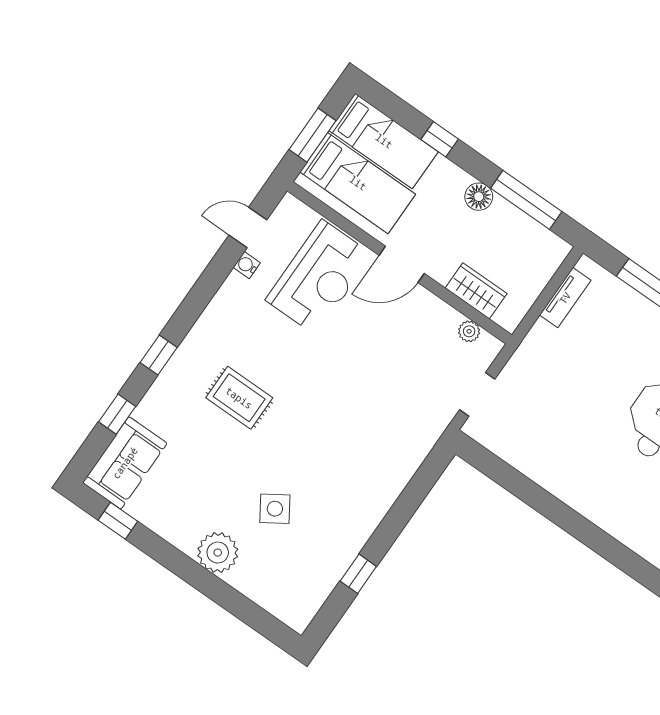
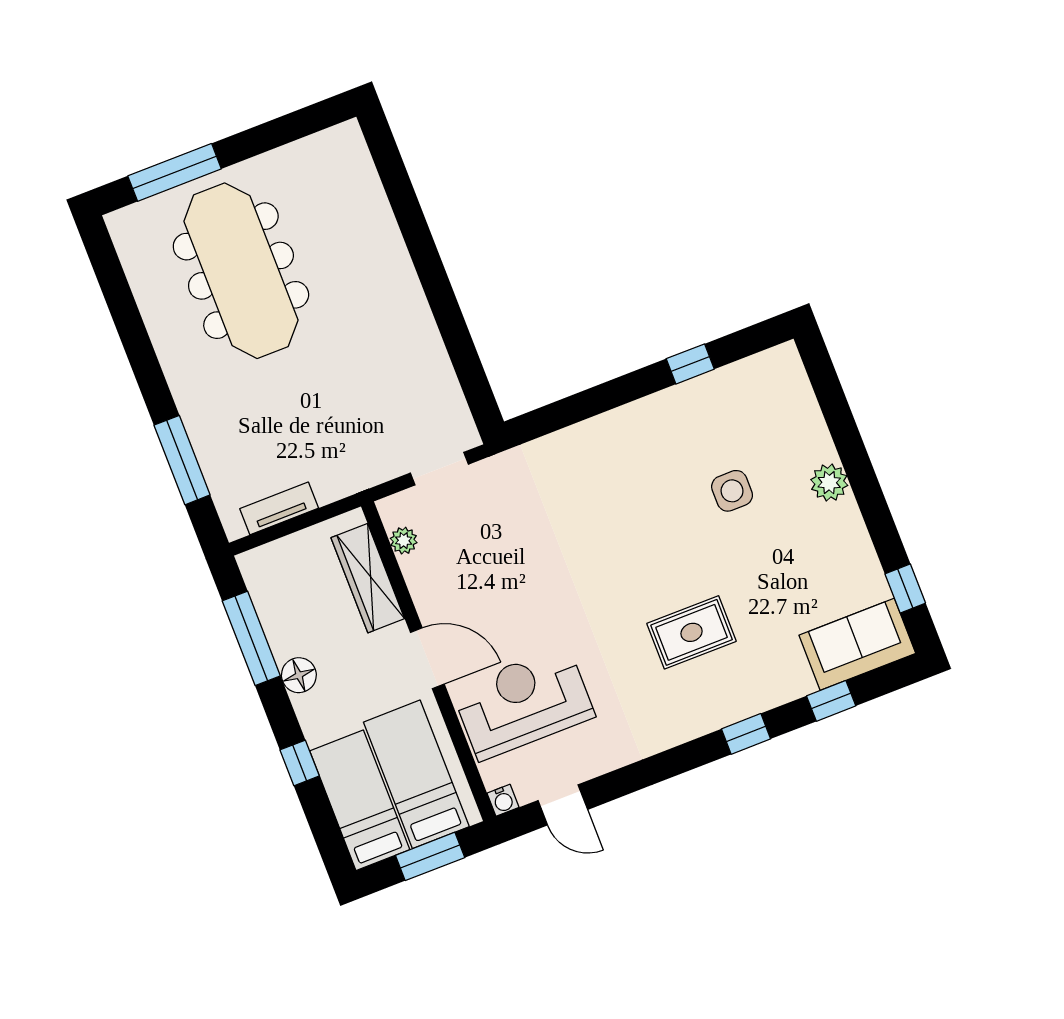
water cooler: (247, 265) -> (503, 800), moved
wardrobe: (476, 291) -> (368, 578), width x1.50
rug: (239, 398) -> (692, 632), turned 90
side table: (275, 509) -> (732, 491), turned 33
plant: (218, 553) -> (829, 483), width x0.73, depth x0.73

